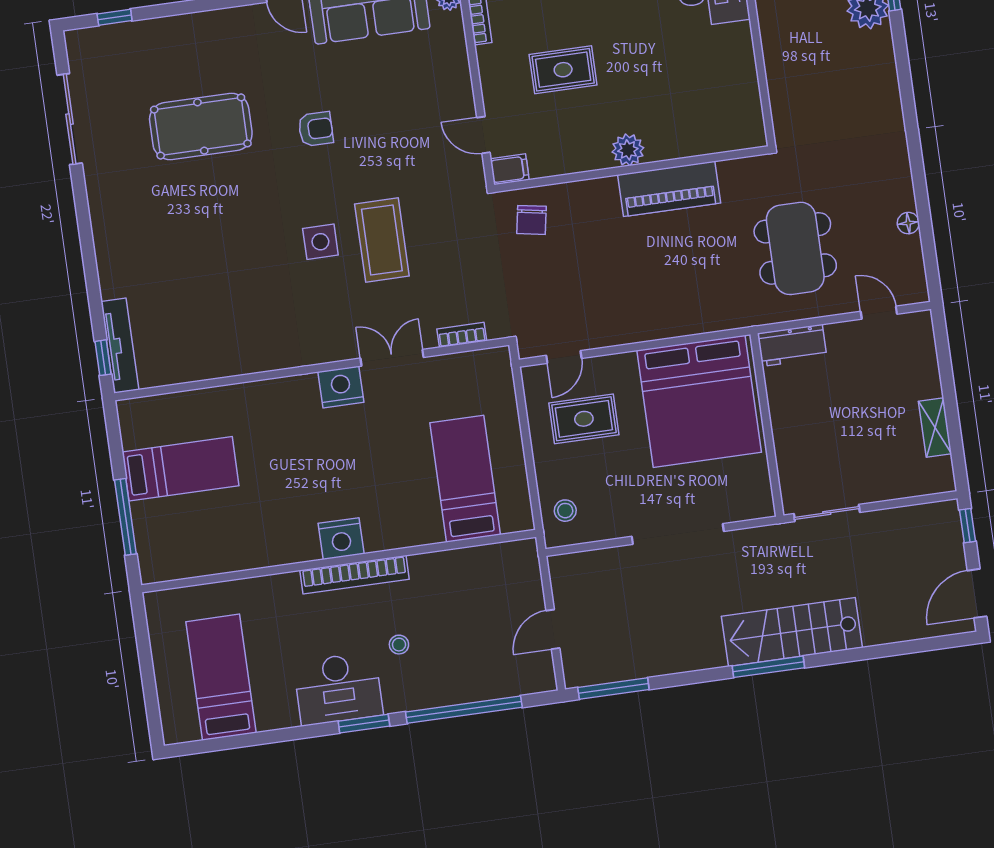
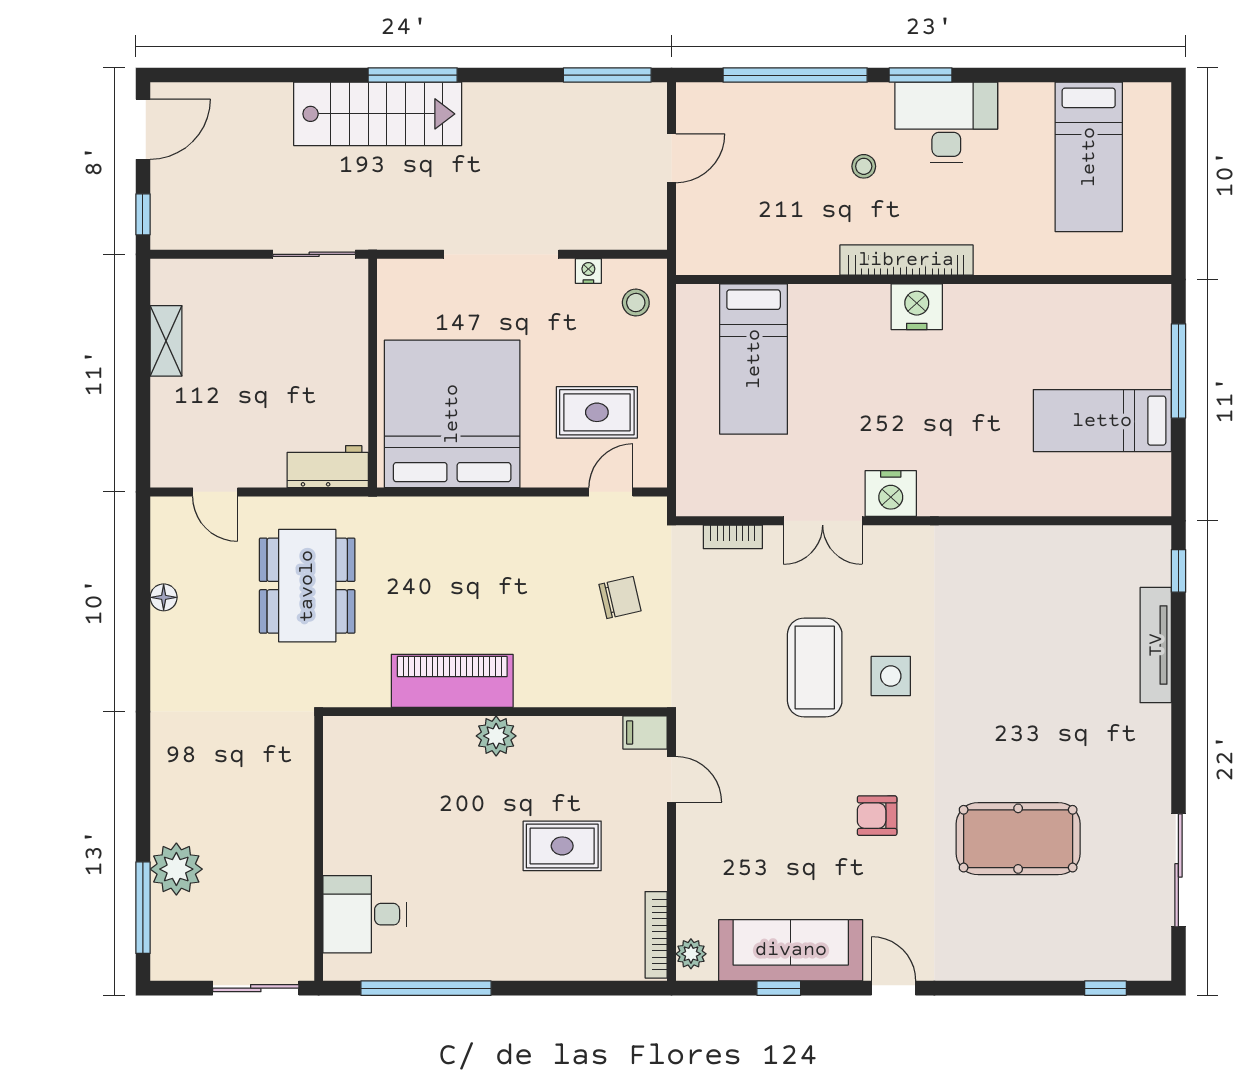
chair: (532, 220) -> (620, 598), moved, turned 67
tv unit: (120, 346) -> (1156, 645), moved
nightstand: (607, 530) -> (588, 271), added

